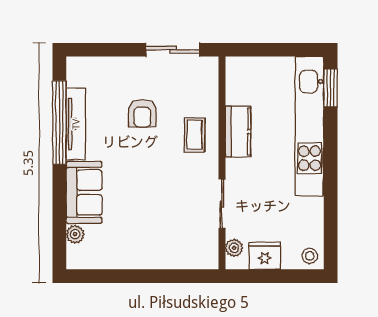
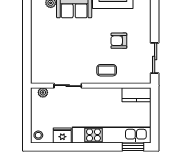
kitchen counter: (238, 132) -> (136, 95), moved
fridge: (265, 256) -> (62, 135), moved, turned -90

